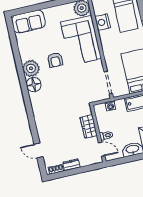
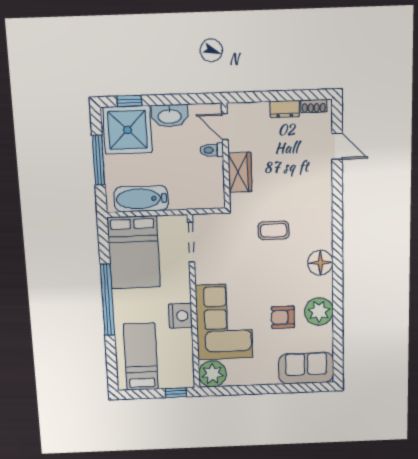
nightstand: (103, 22) -> (180, 316), moved
armchair: (55, 60) -> (283, 317), moved, turned -90
plant: (31, 68) -> (319, 311), moved
coffee table: (64, 98) -> (274, 230), added
washing machine: (110, 106) -> (195, 201), removed

